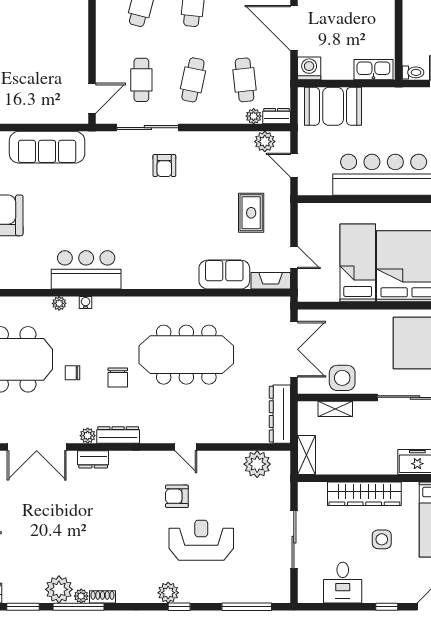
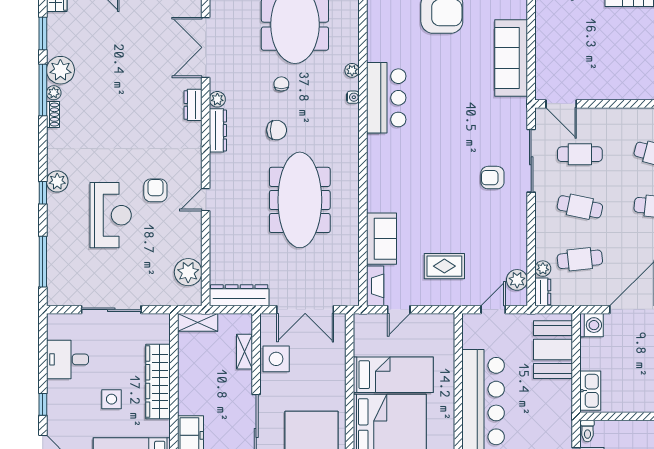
chair: (118, 377) -> (277, 130), turned 180

